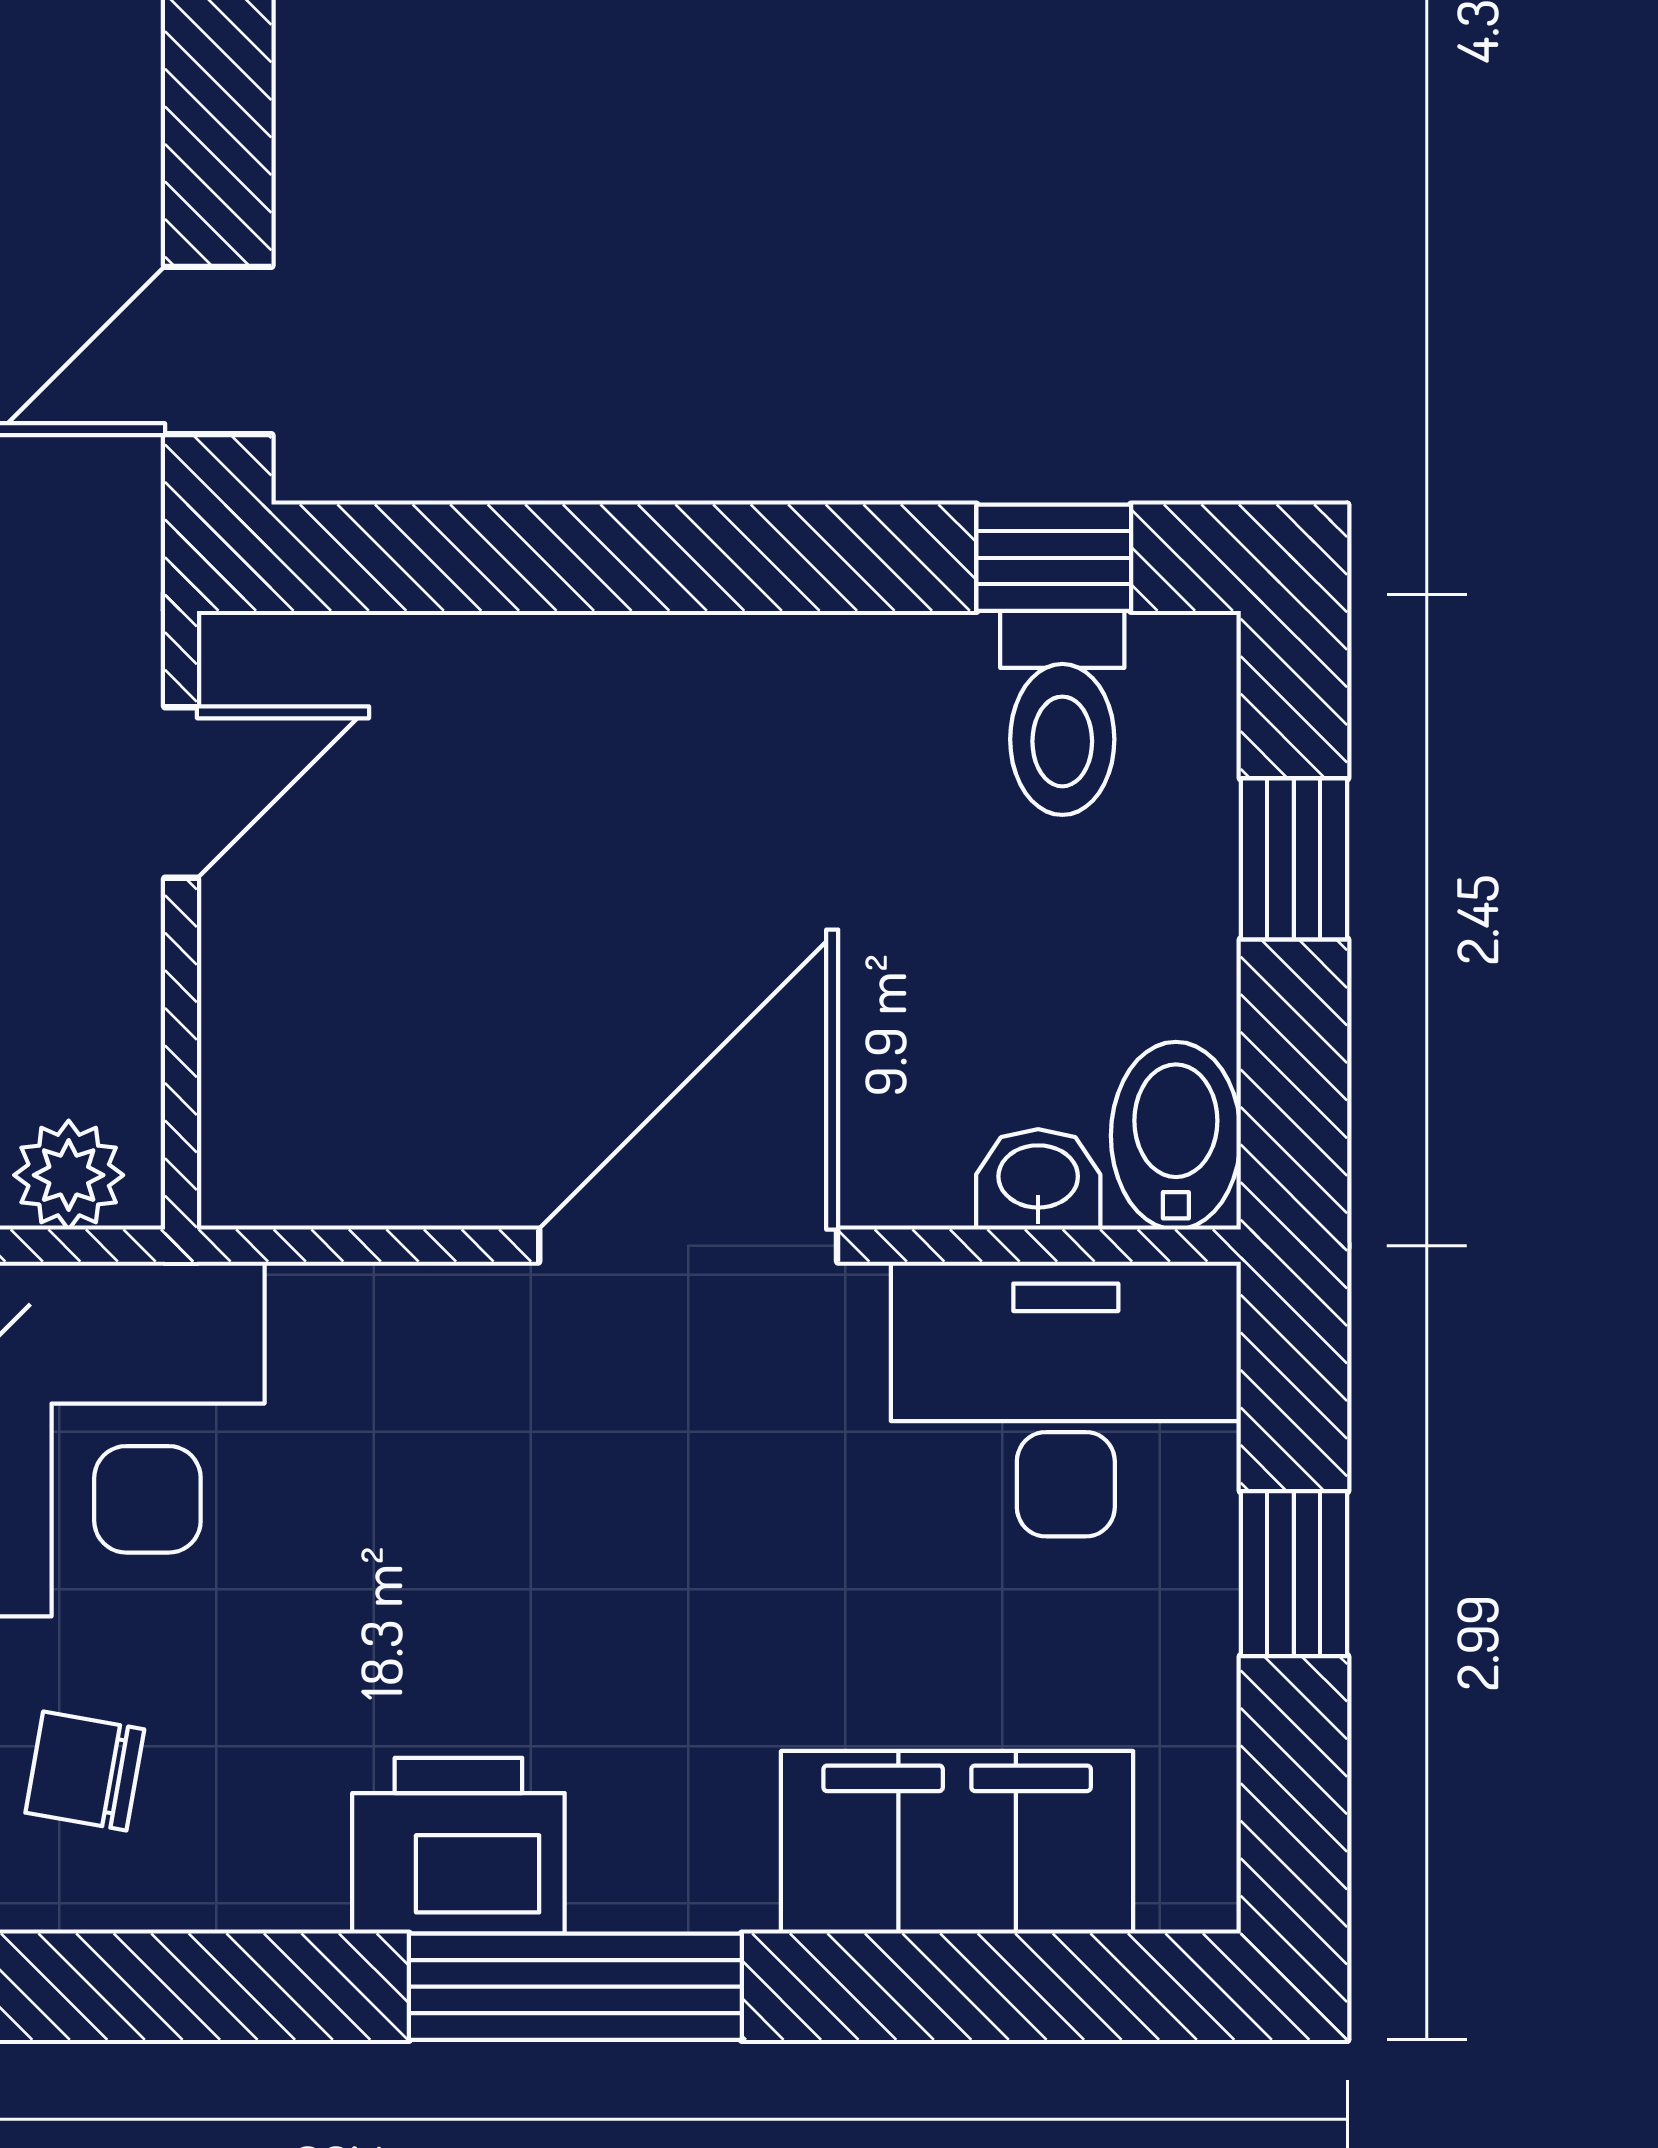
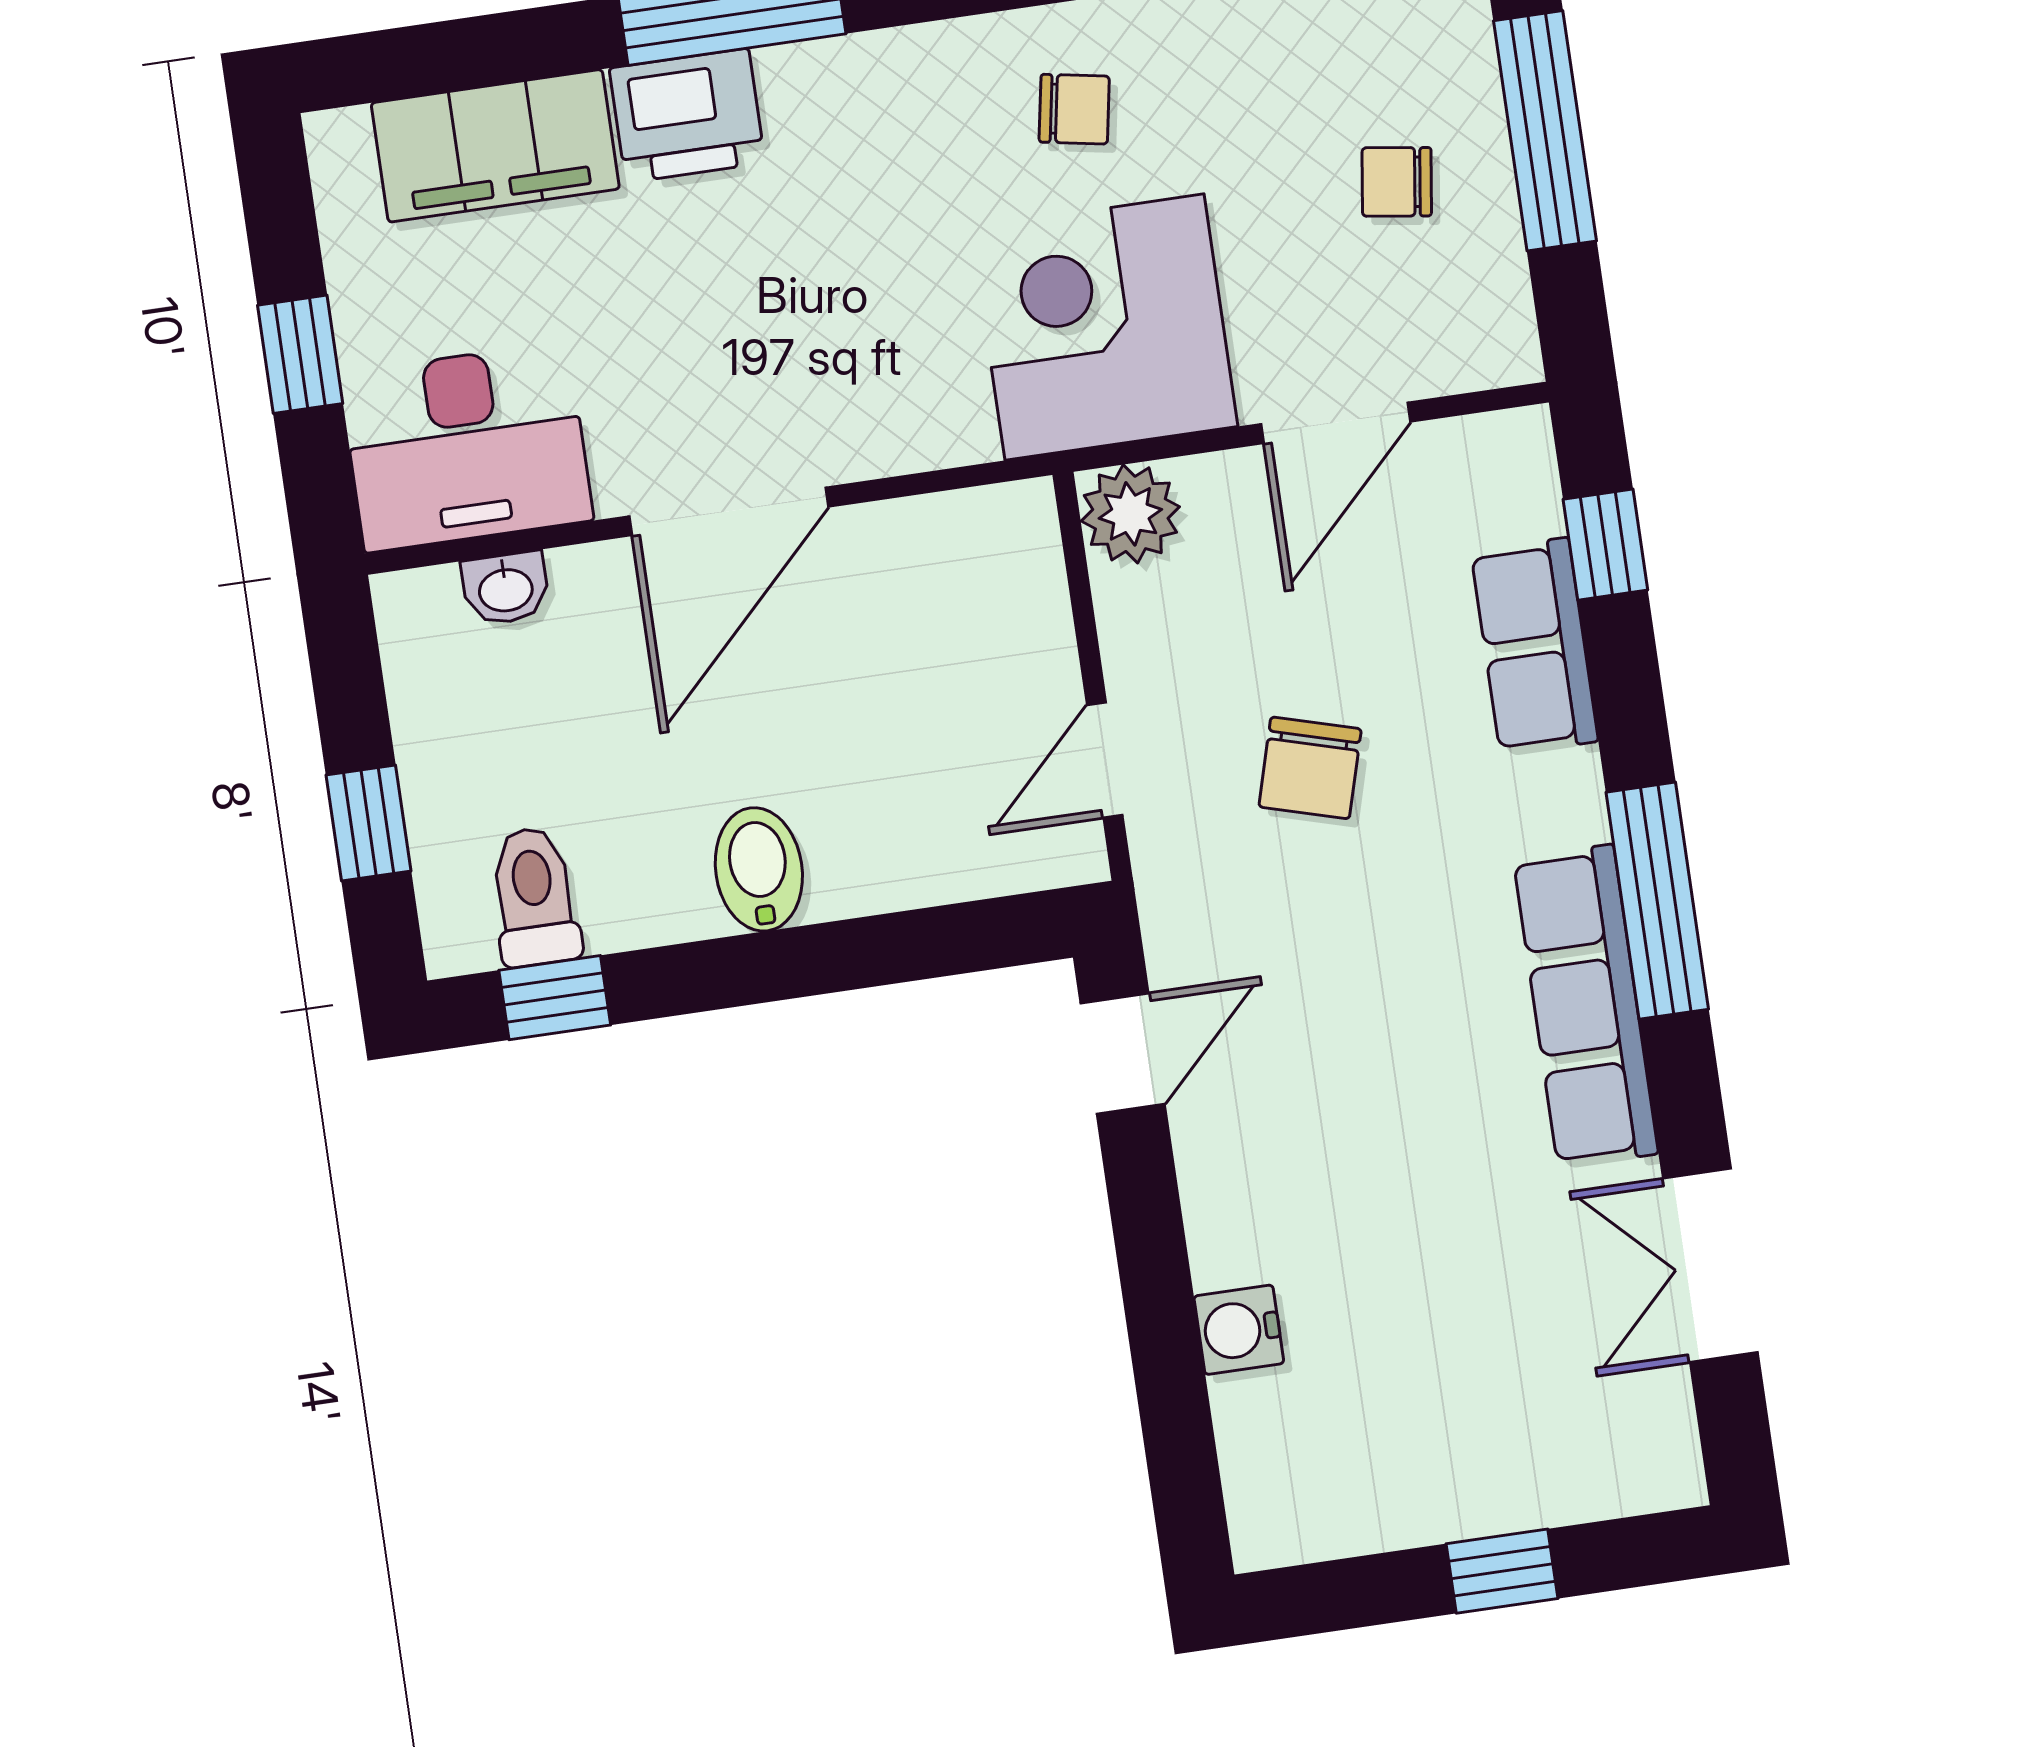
bidet: (1176, 1136) -> (759, 869), moved, turned 180
plant: (69, 1175) -> (1130, 514), width x1.38, depth x1.38
printer: (458, 1846) -> (687, 116), moved

